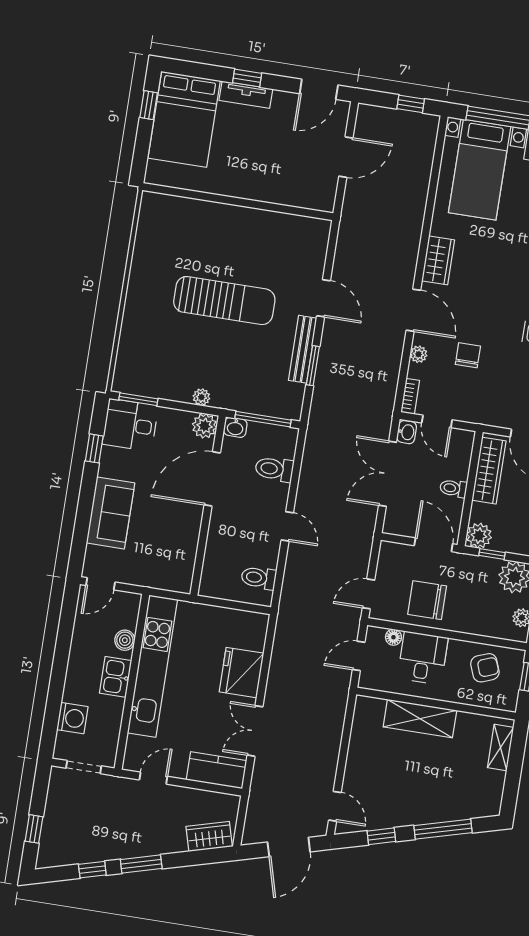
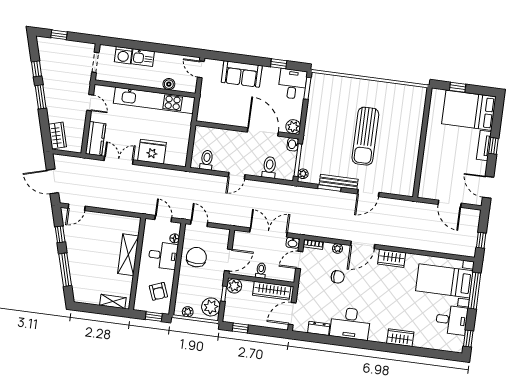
window: (149, 105) -> (458, 87), moved
plant: (201, 397) -> (303, 174), moved
kitchen sink: (116, 677) -> (143, 58), moved, turned 180

